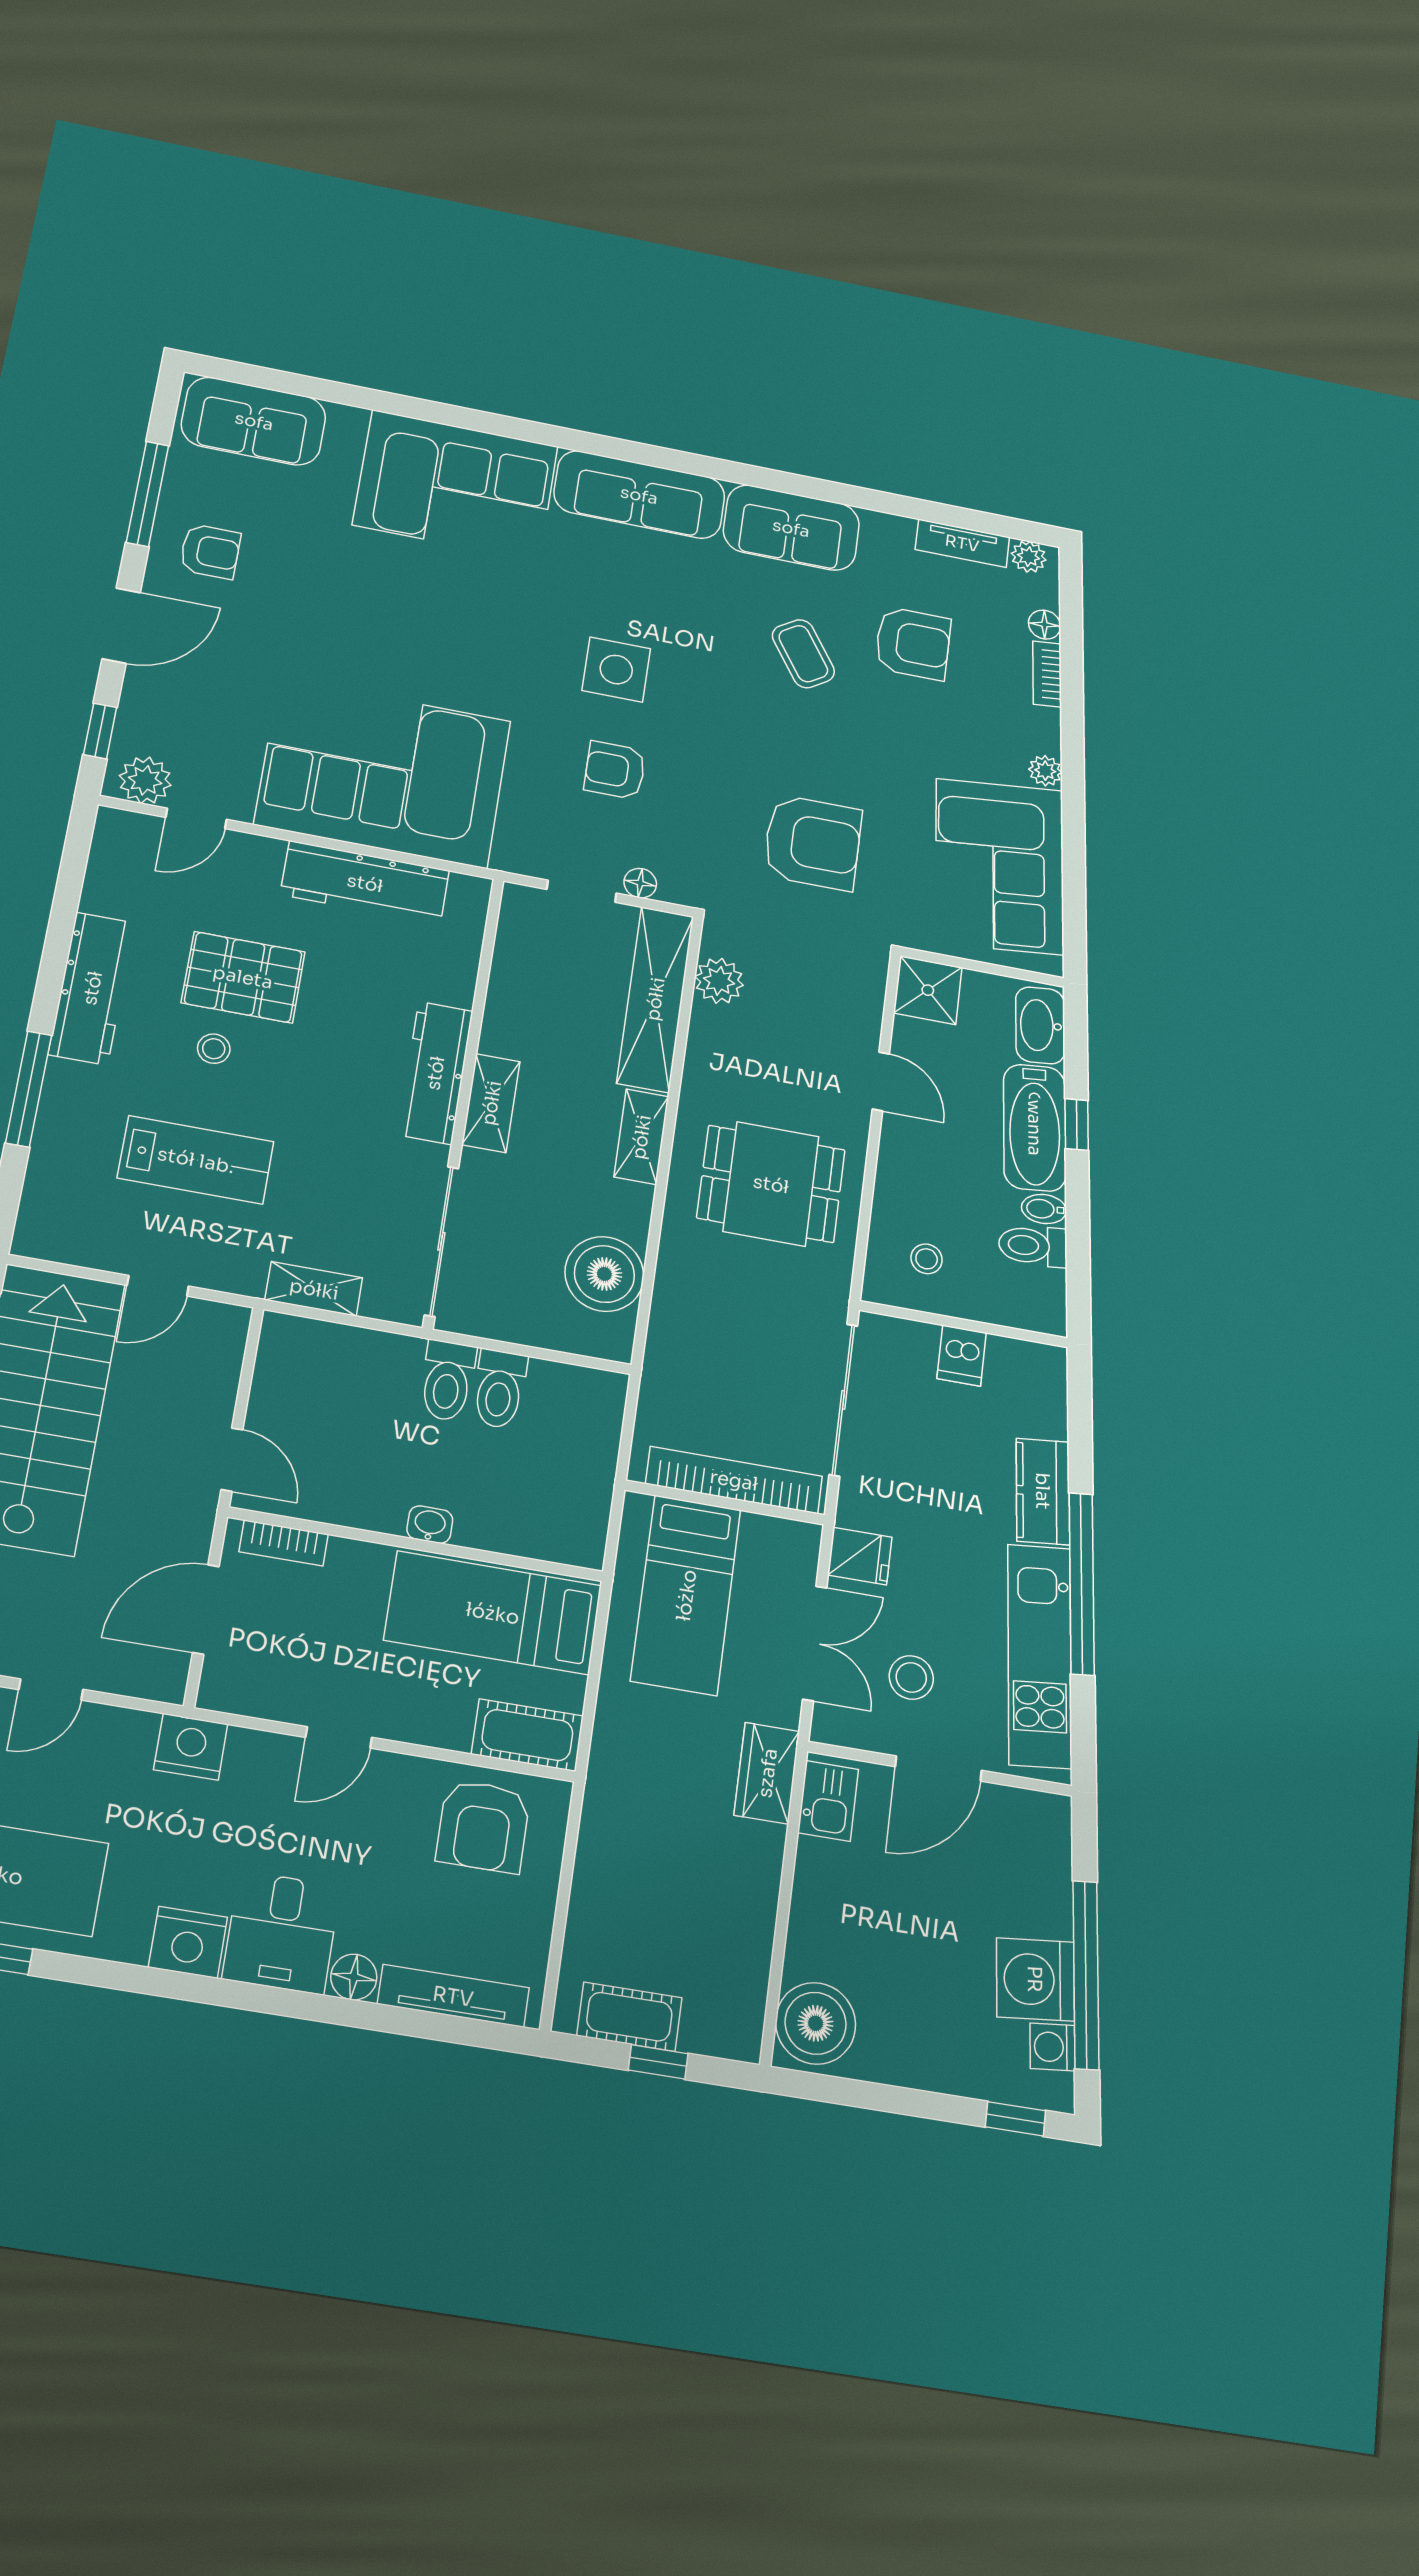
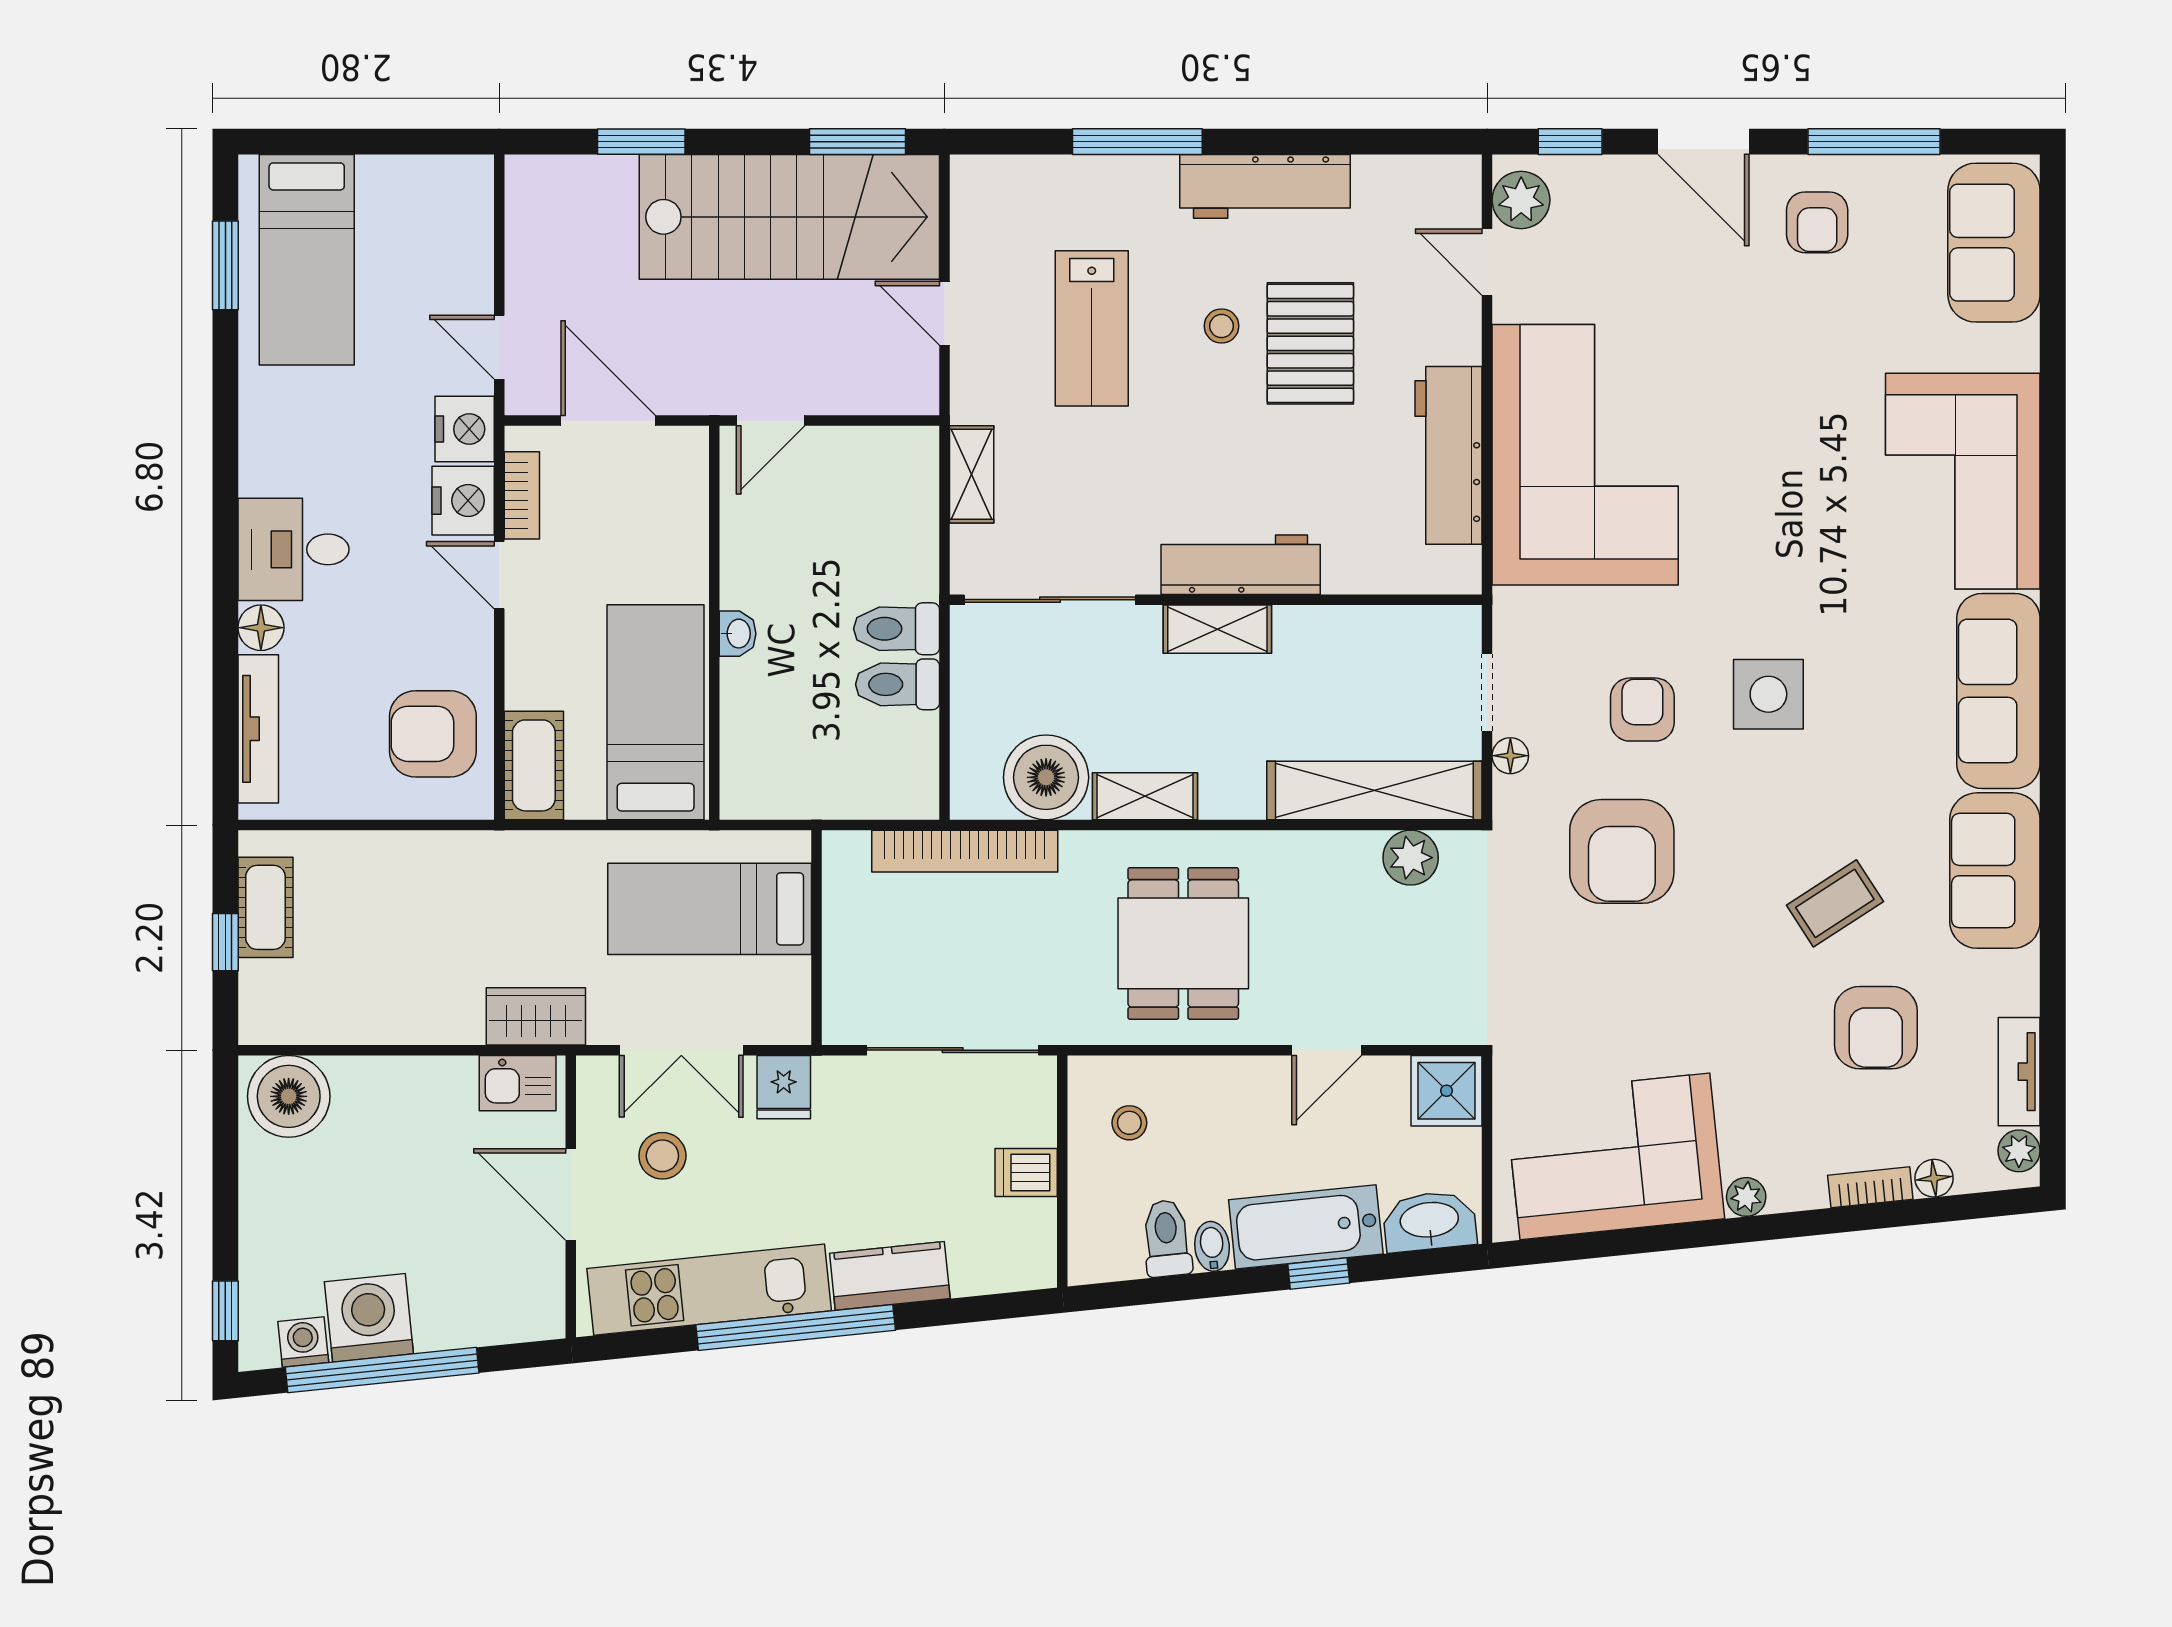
armchair: (813, 842) -> (1622, 851), moved
shelving: (641, 1137) -> (1145, 796), moved
bookcase: (734, 1480) -> (965, 851), moved, turned 90
bookcase: (284, 1543) -> (522, 495), moved, turned 180
door: (51, 1689) -> (499, 347), moved
nightstand: (188, 1942) -> (463, 501), moved, turned 180

